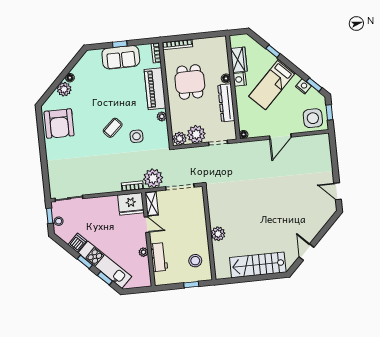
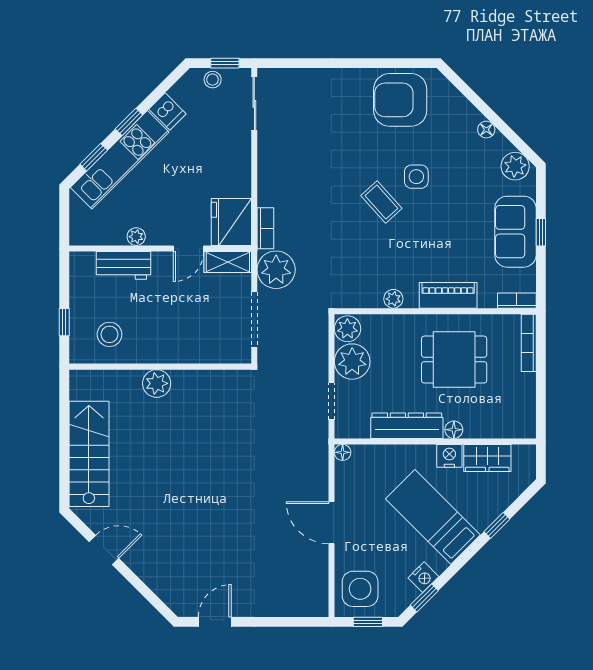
plant: (64, 89) -> (515, 166), moved
piano: (155, 89) -> (448, 295), width x0.73, depth x0.75
side table: (136, 136) -> (416, 177), moved

